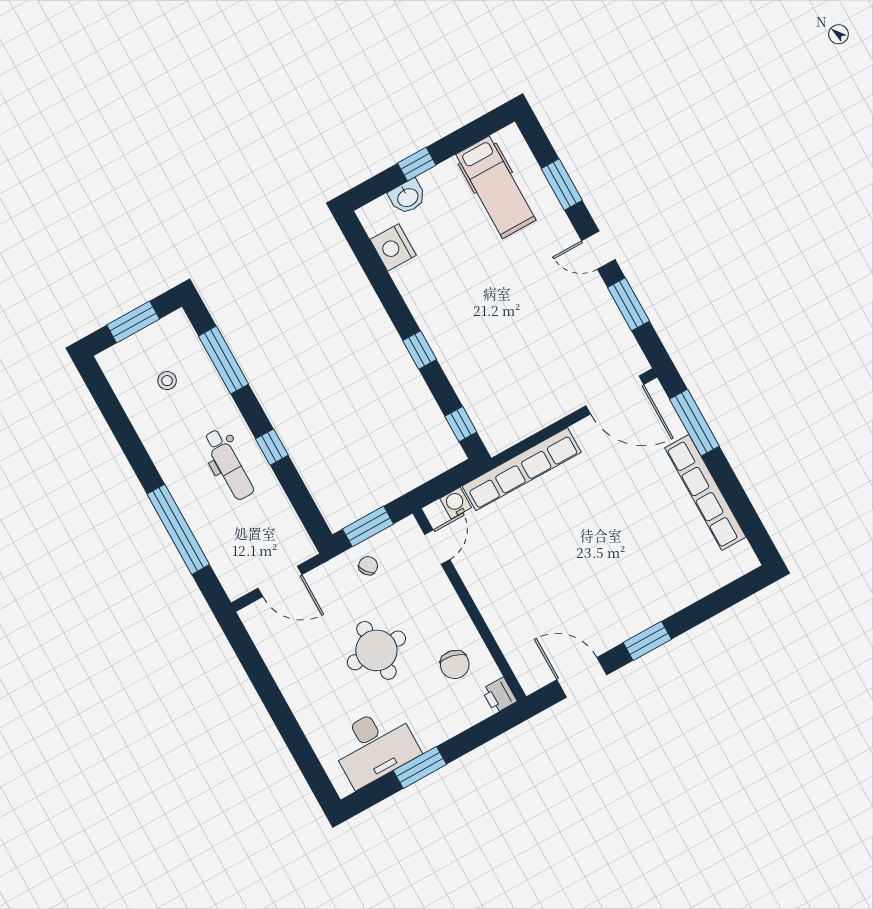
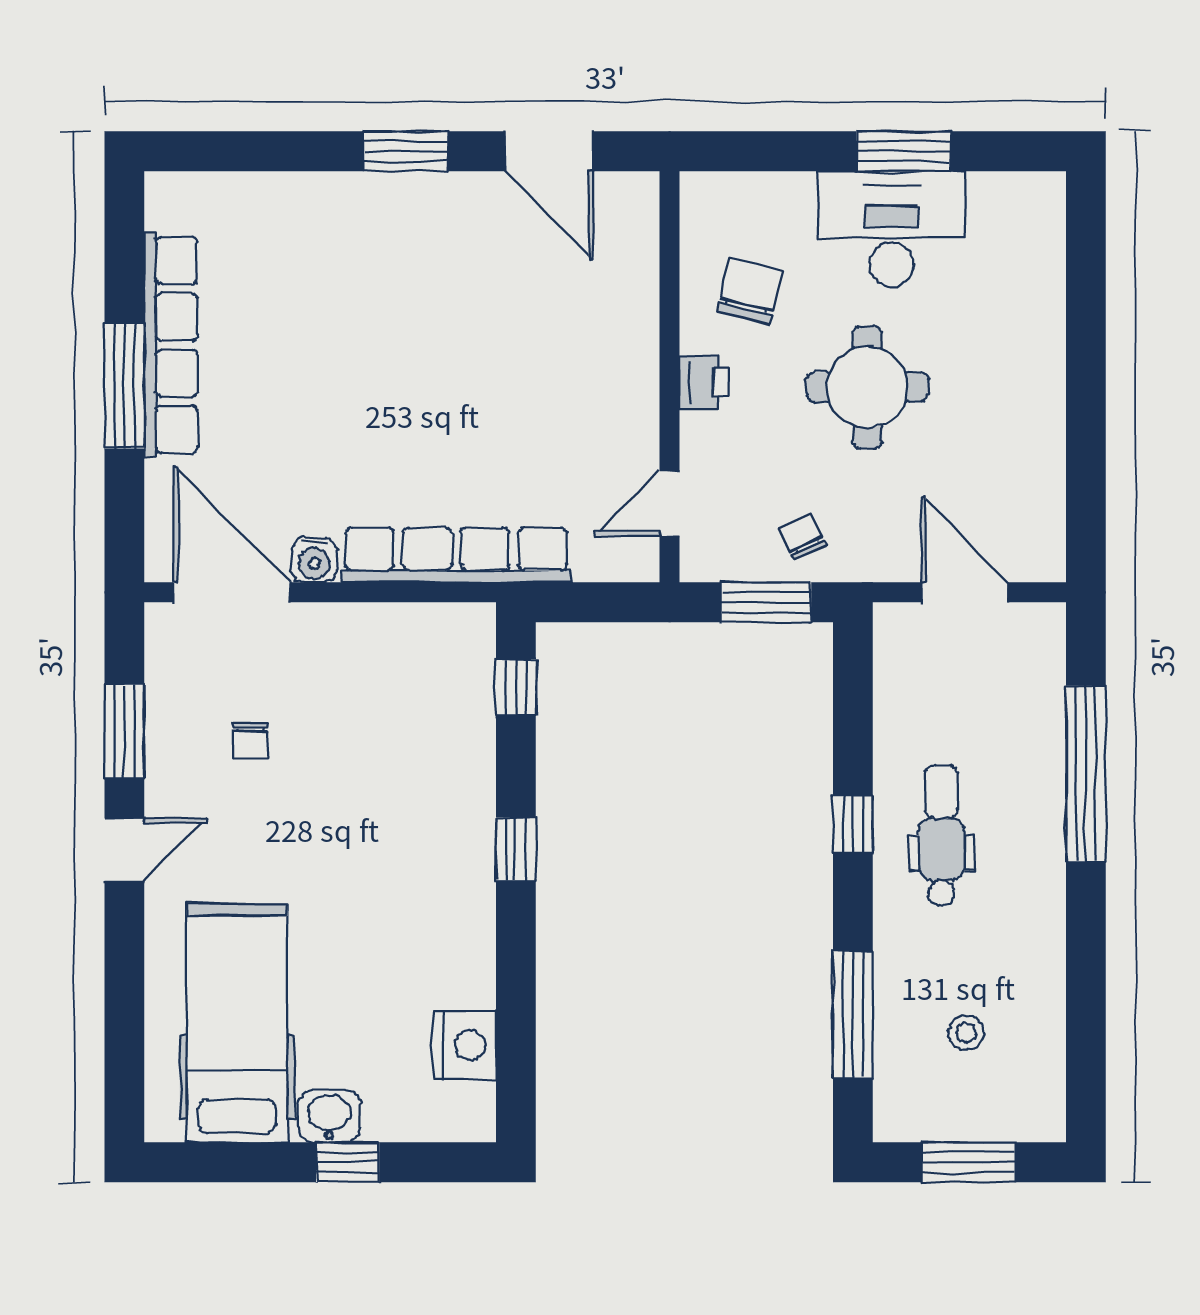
window: (562, 184) -> (124, 993), removed
hospital bed: (496, 187) -> (237, 1023), width x1.37, depth x1.29
washbasin: (407, 197) -> (329, 1116), moved
door: (598, 250) -> (124, 850), hinge flipped
chair: (568, 332) -> (251, 741), added
window: (694, 423) -> (124, 386), moved
water cooler: (456, 503) -> (314, 560), moved
chair: (368, 566) -> (803, 536), turned 102
printer: (499, 695) -> (704, 382), moved
desk: (374, 746) -> (892, 229), moved

